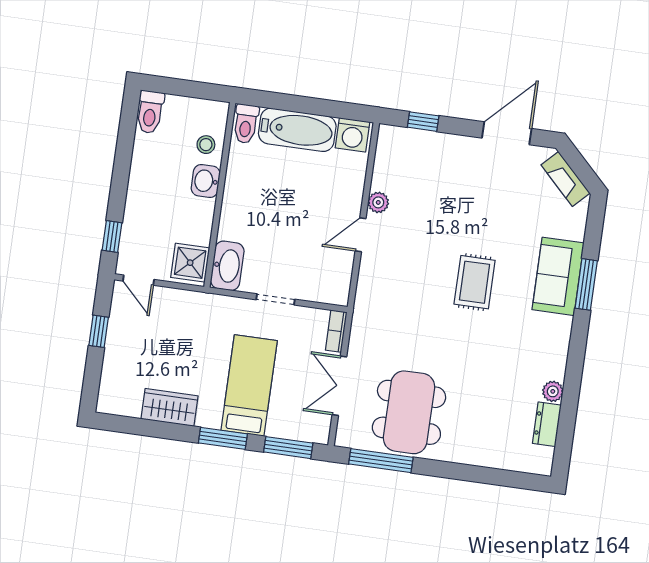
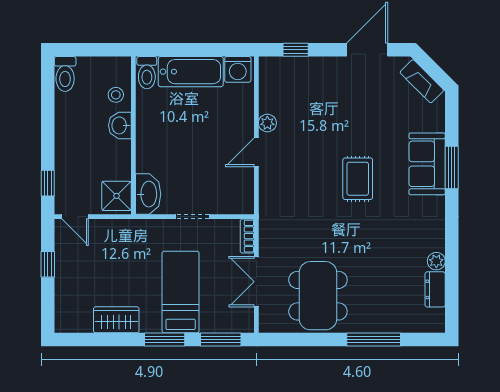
window: (381, 461) -> (374, 340), moved

